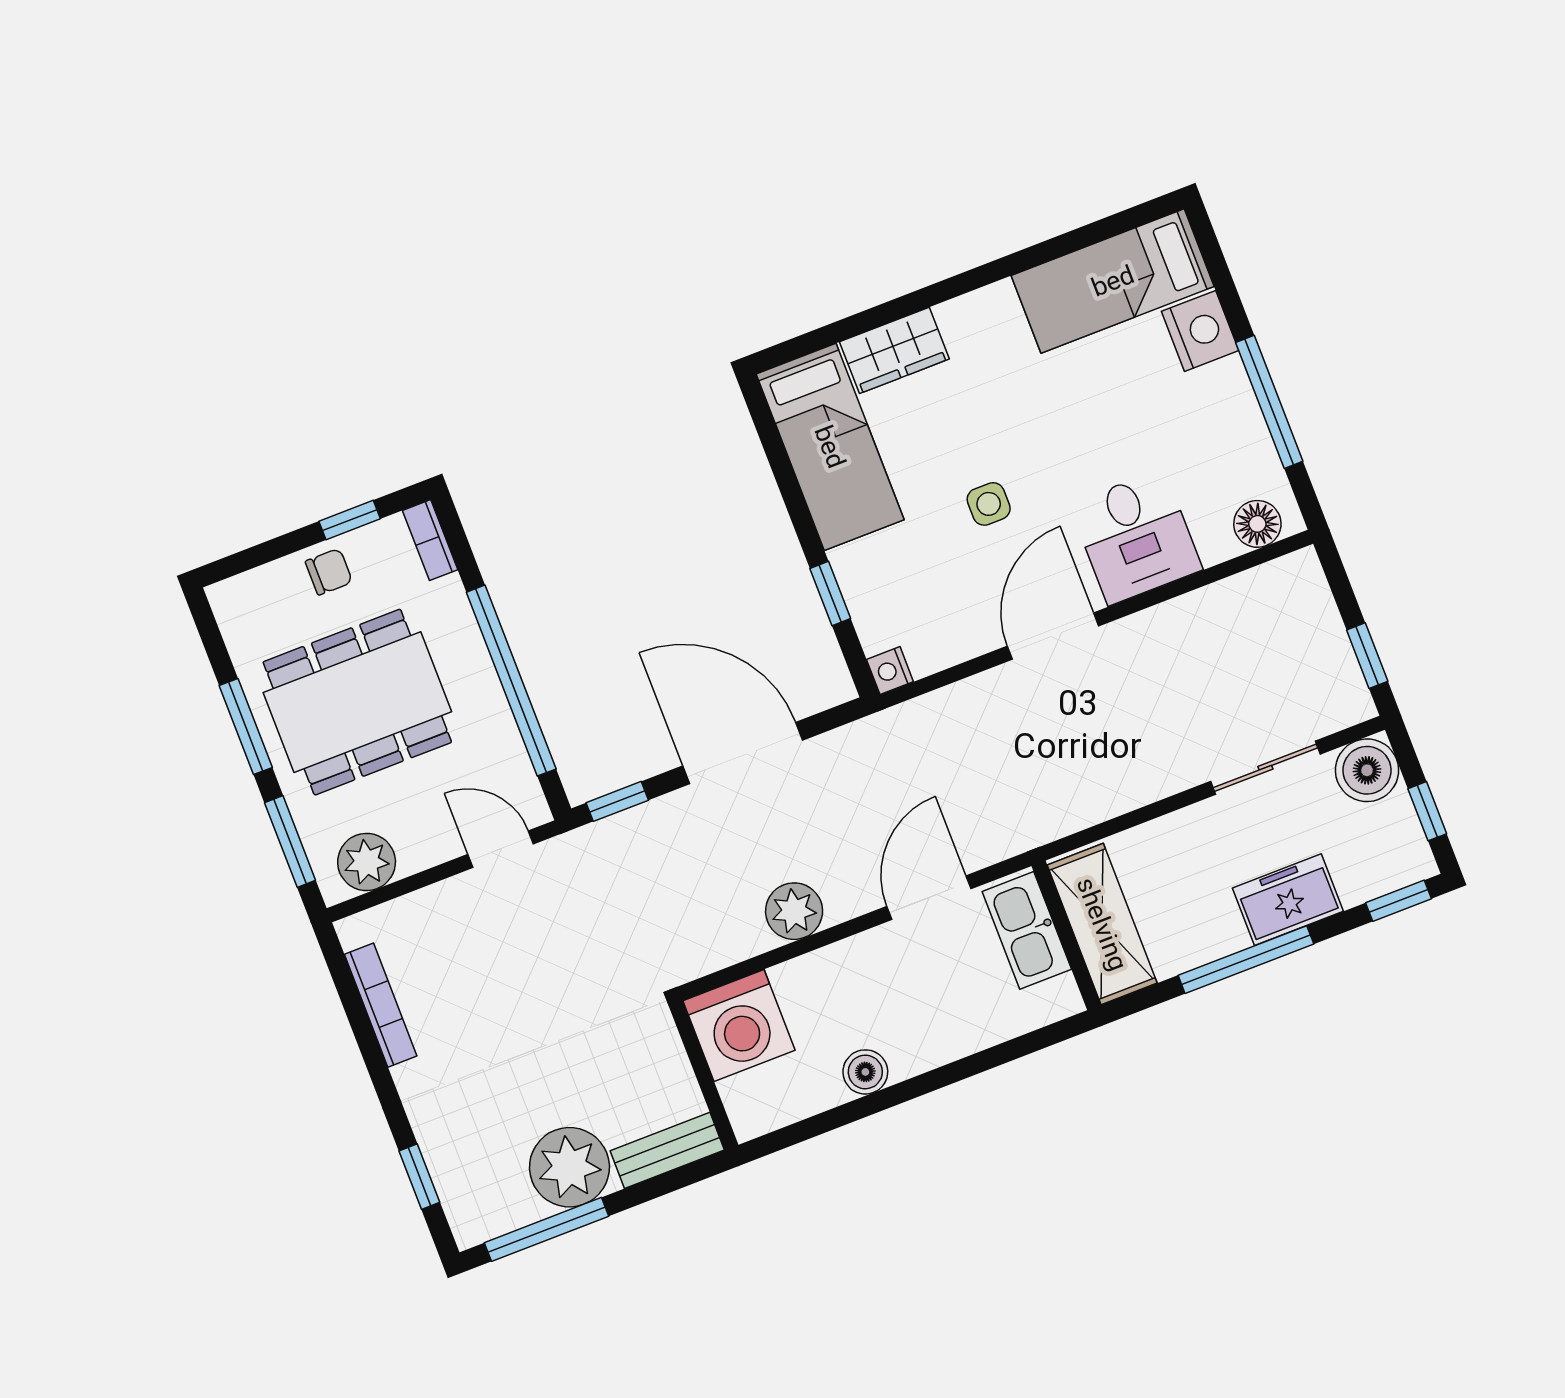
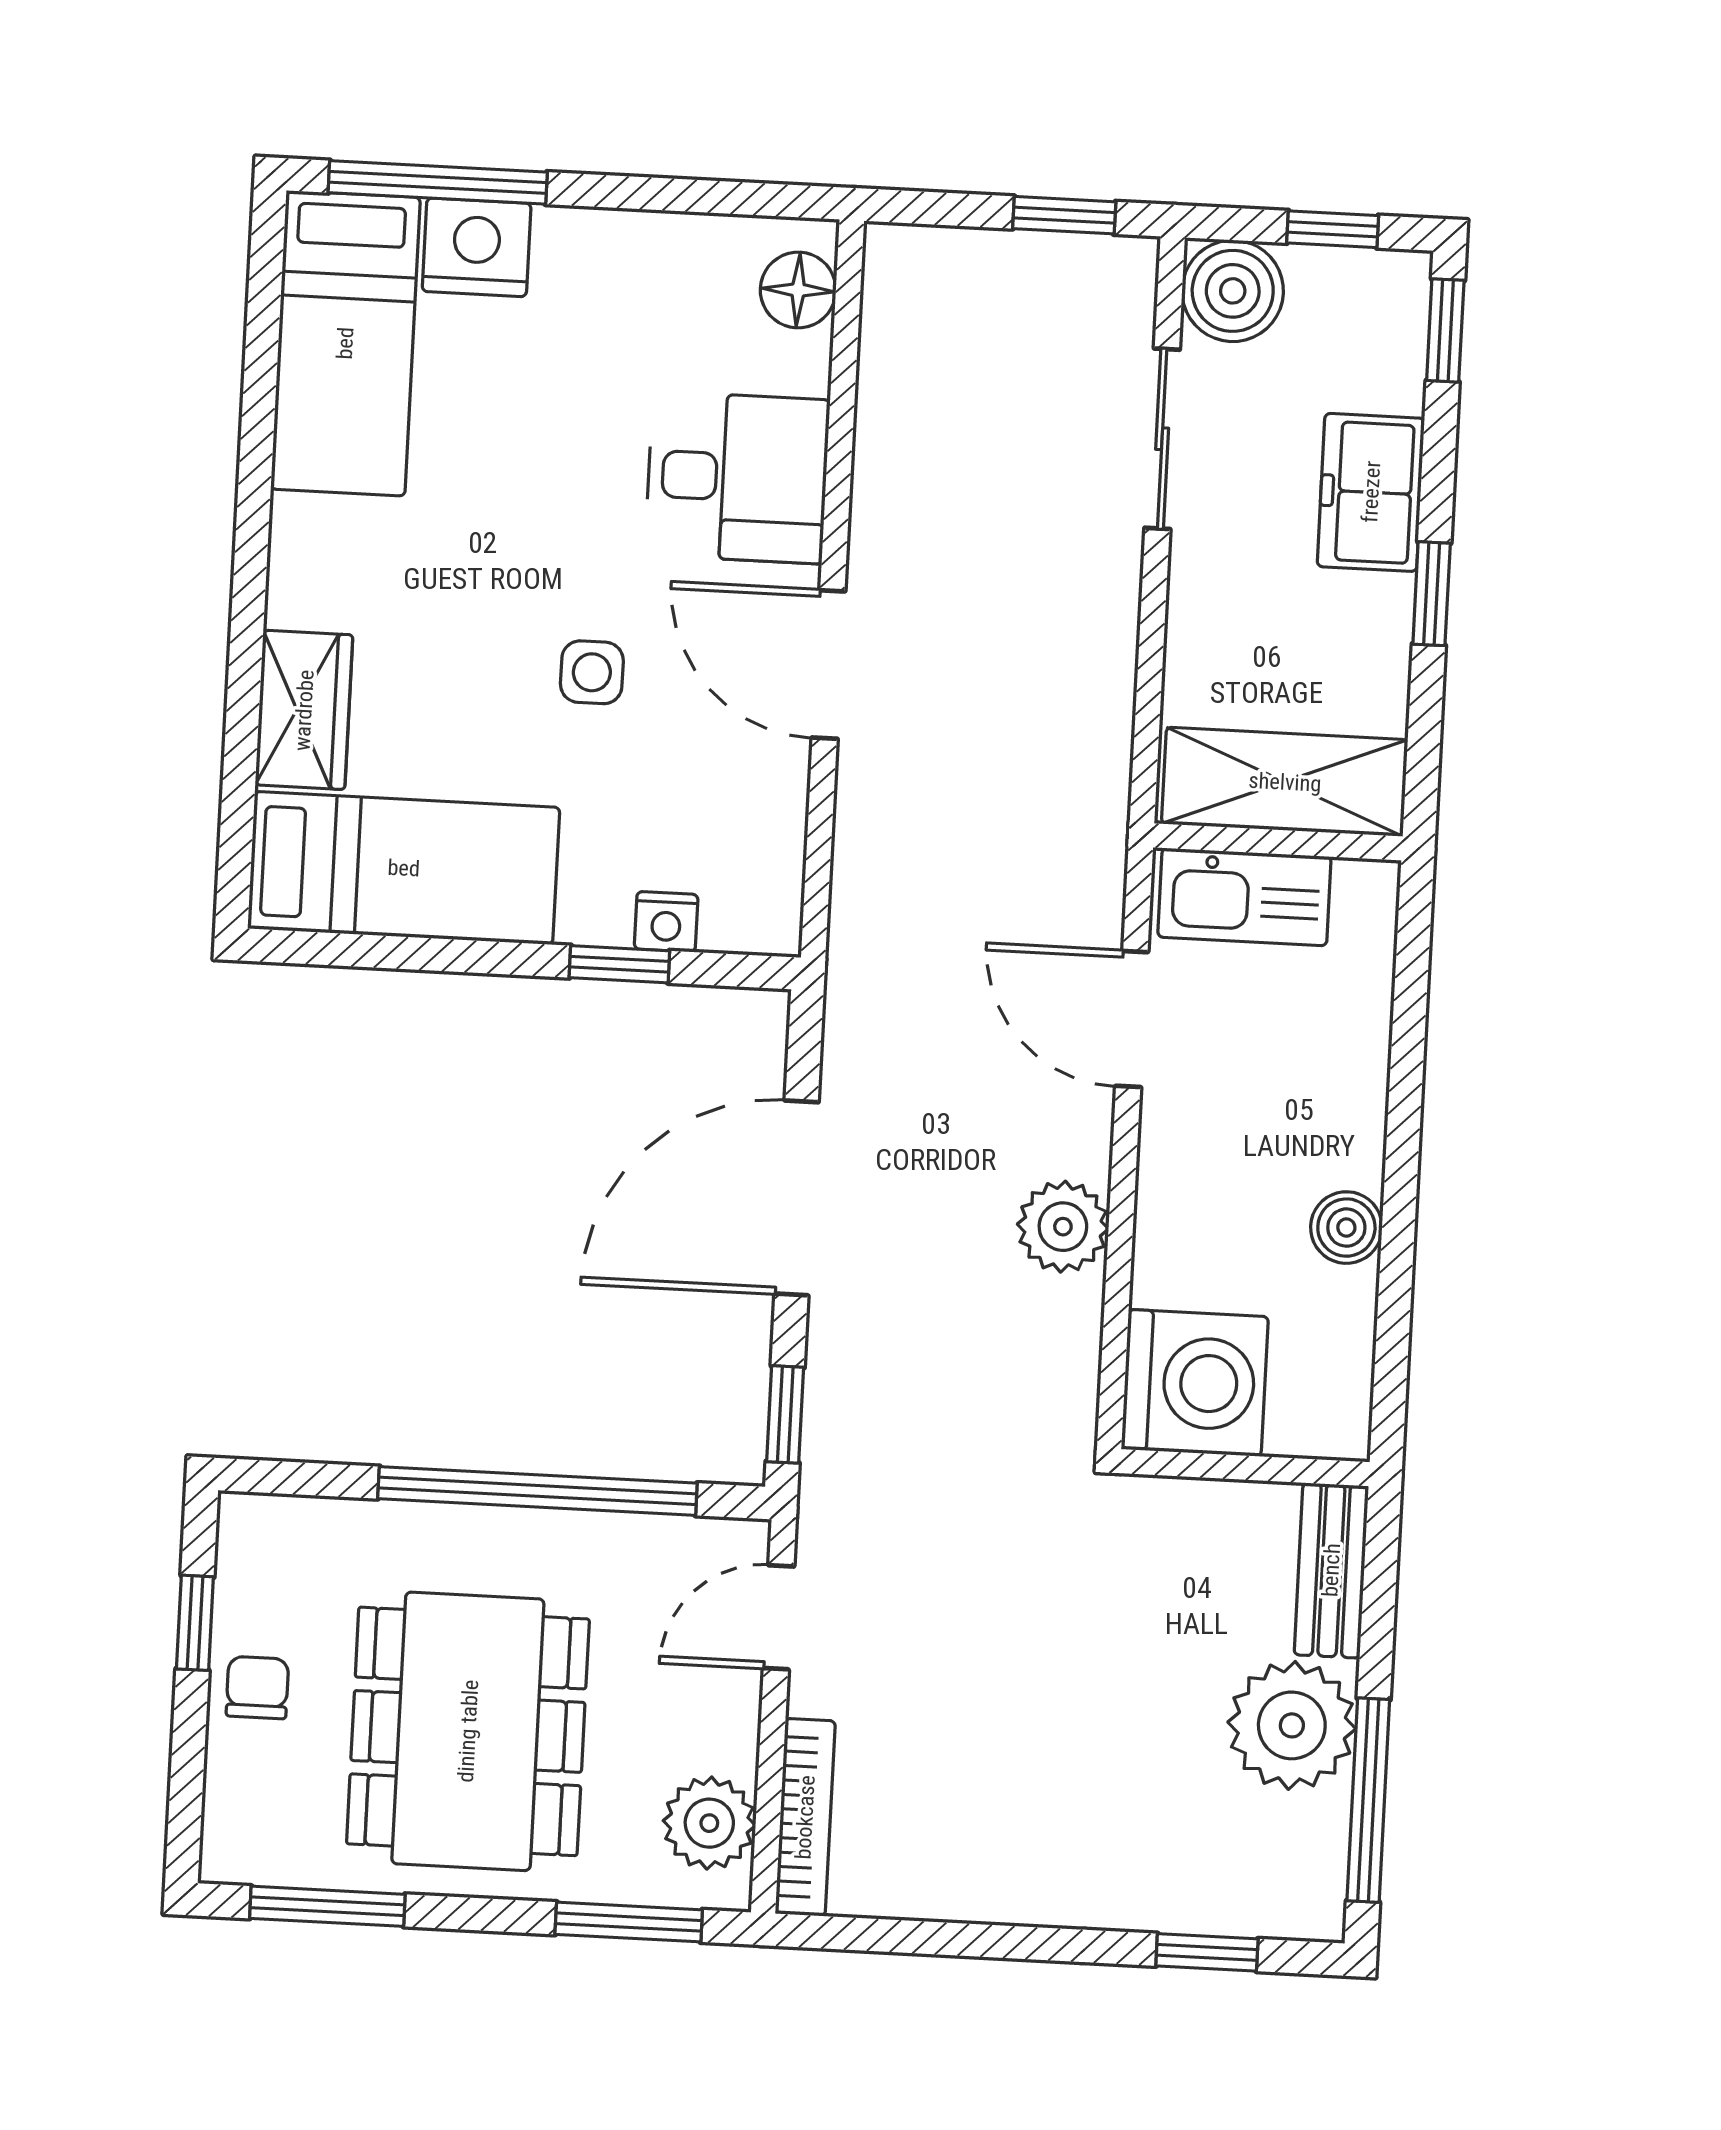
window: (1269, 402) -> (438, 182), moved
bookcase: (430, 540) -> (277, 1518), removed
nightstand: (890, 671) -> (666, 922), moved
window: (246, 726) -> (327, 1906), moved
window: (1246, 960) -> (1432, 594), width x0.46
bookcase: (381, 1005) -> (805, 1817), moved, turned 90

